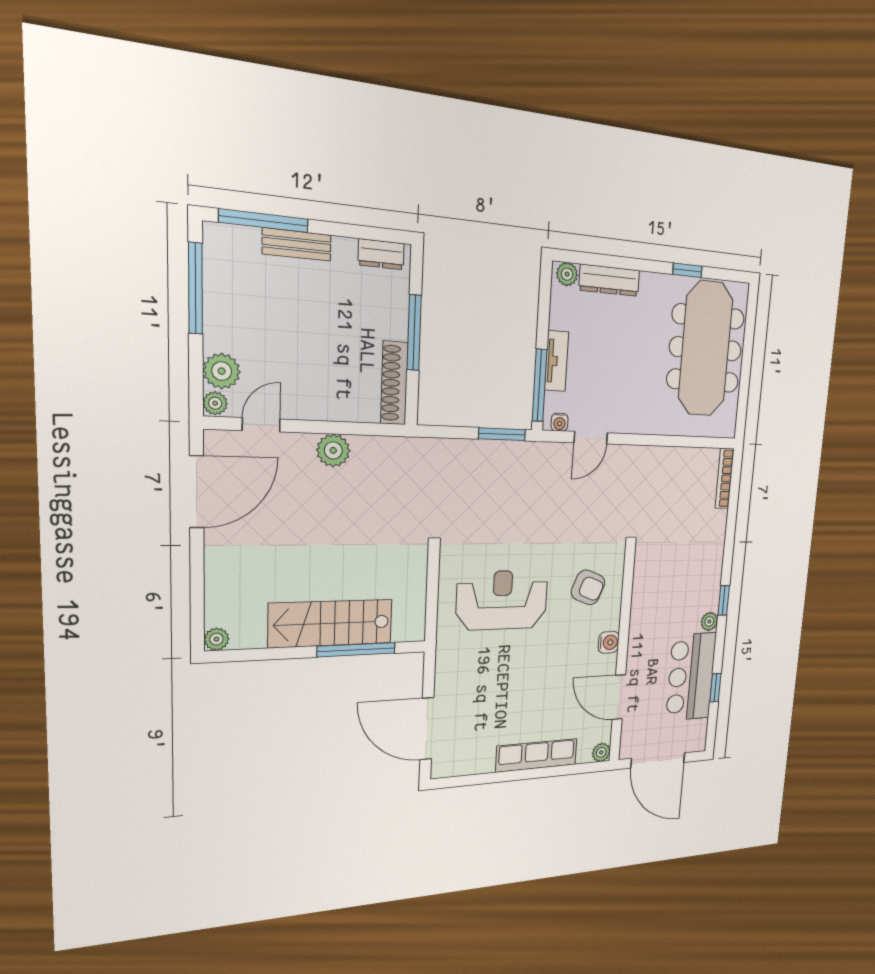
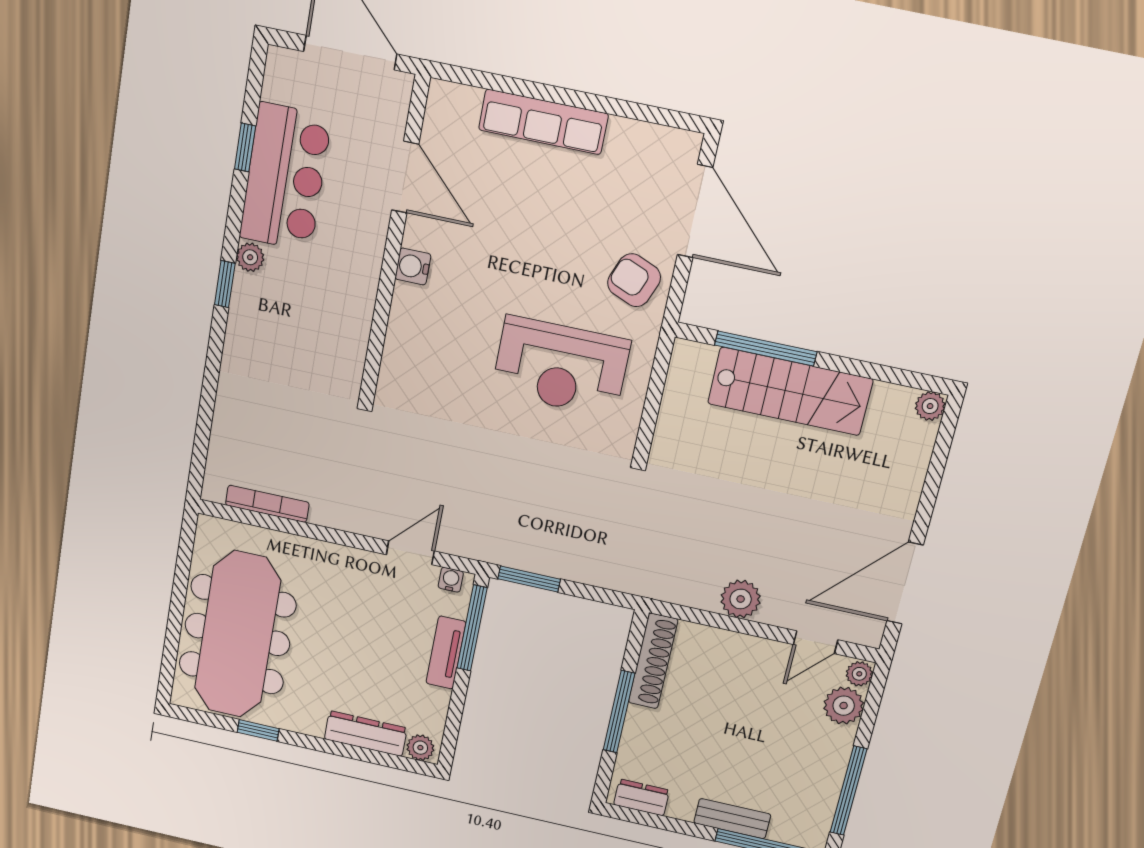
bookcase: (725, 478) -> (267, 504), moved, turned -90
armchair: (588, 587) -> (634, 280), moved
plant: (601, 752) -> (442, 95), removed

